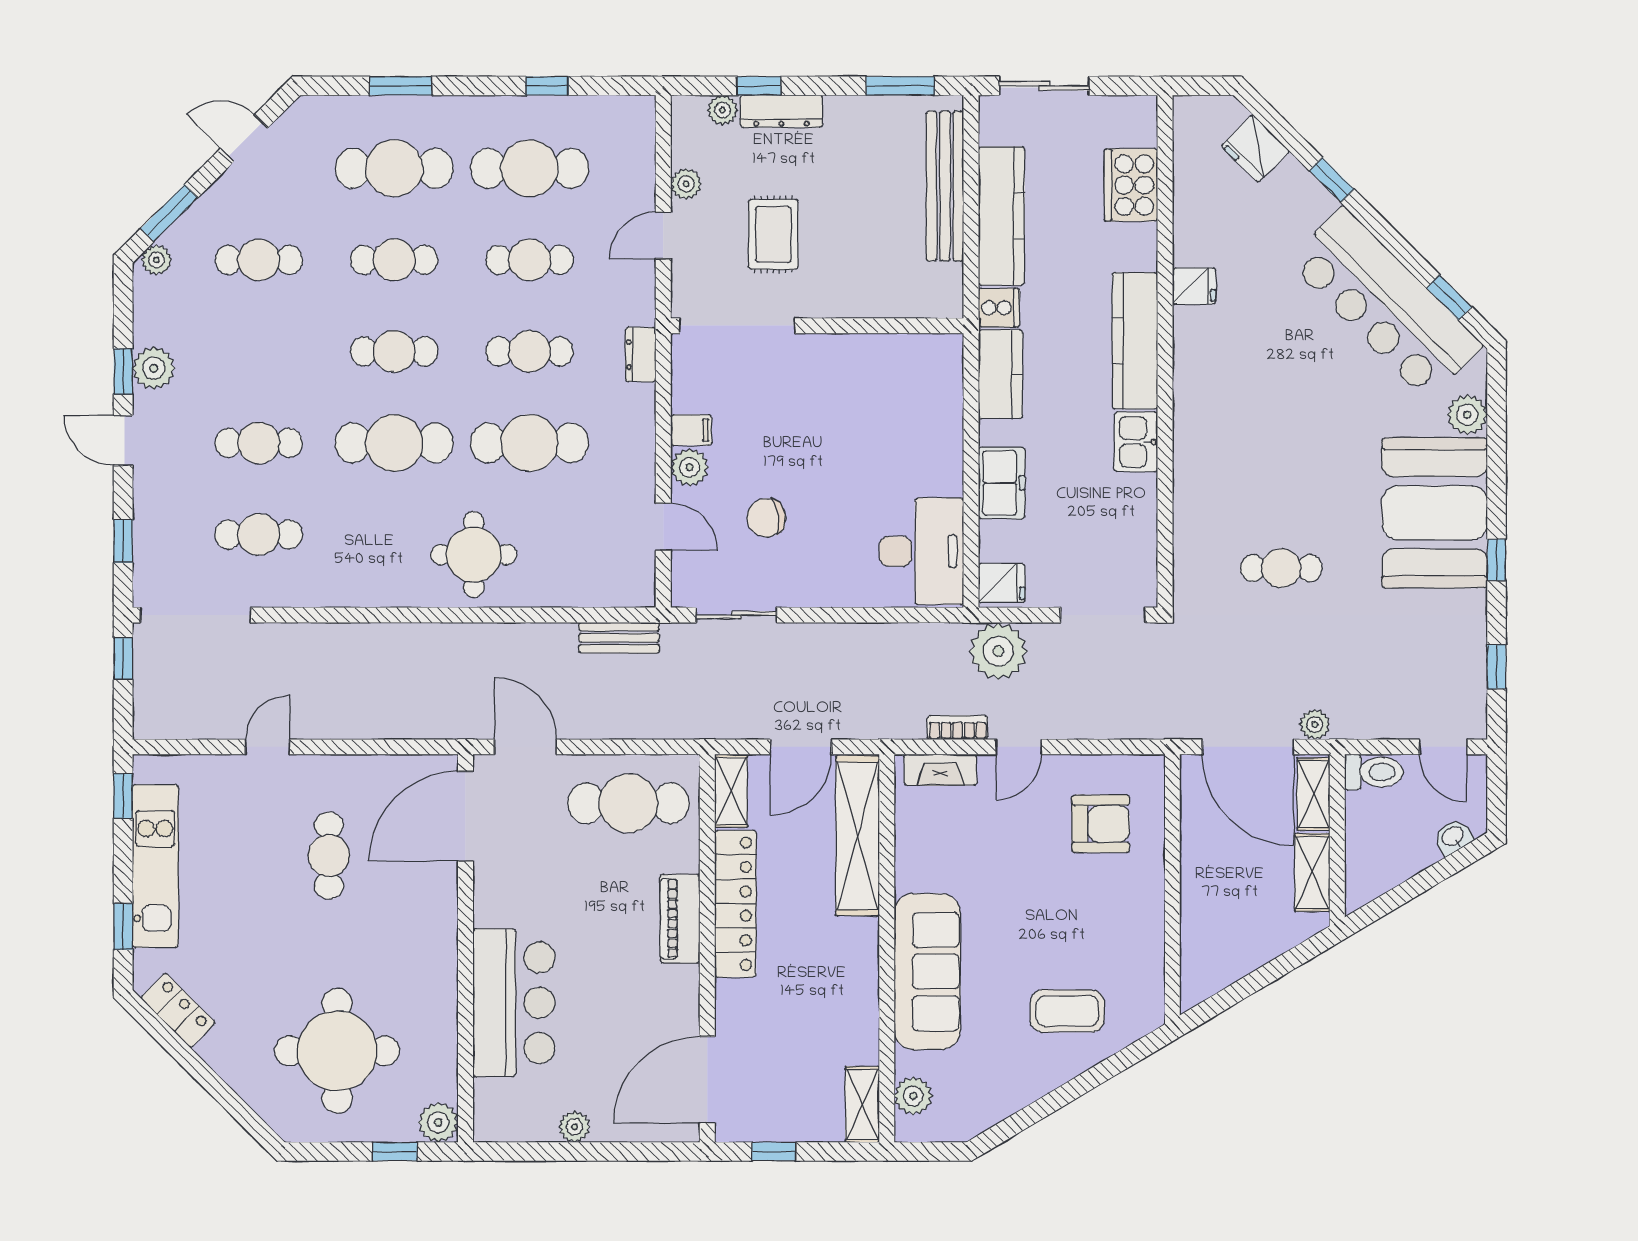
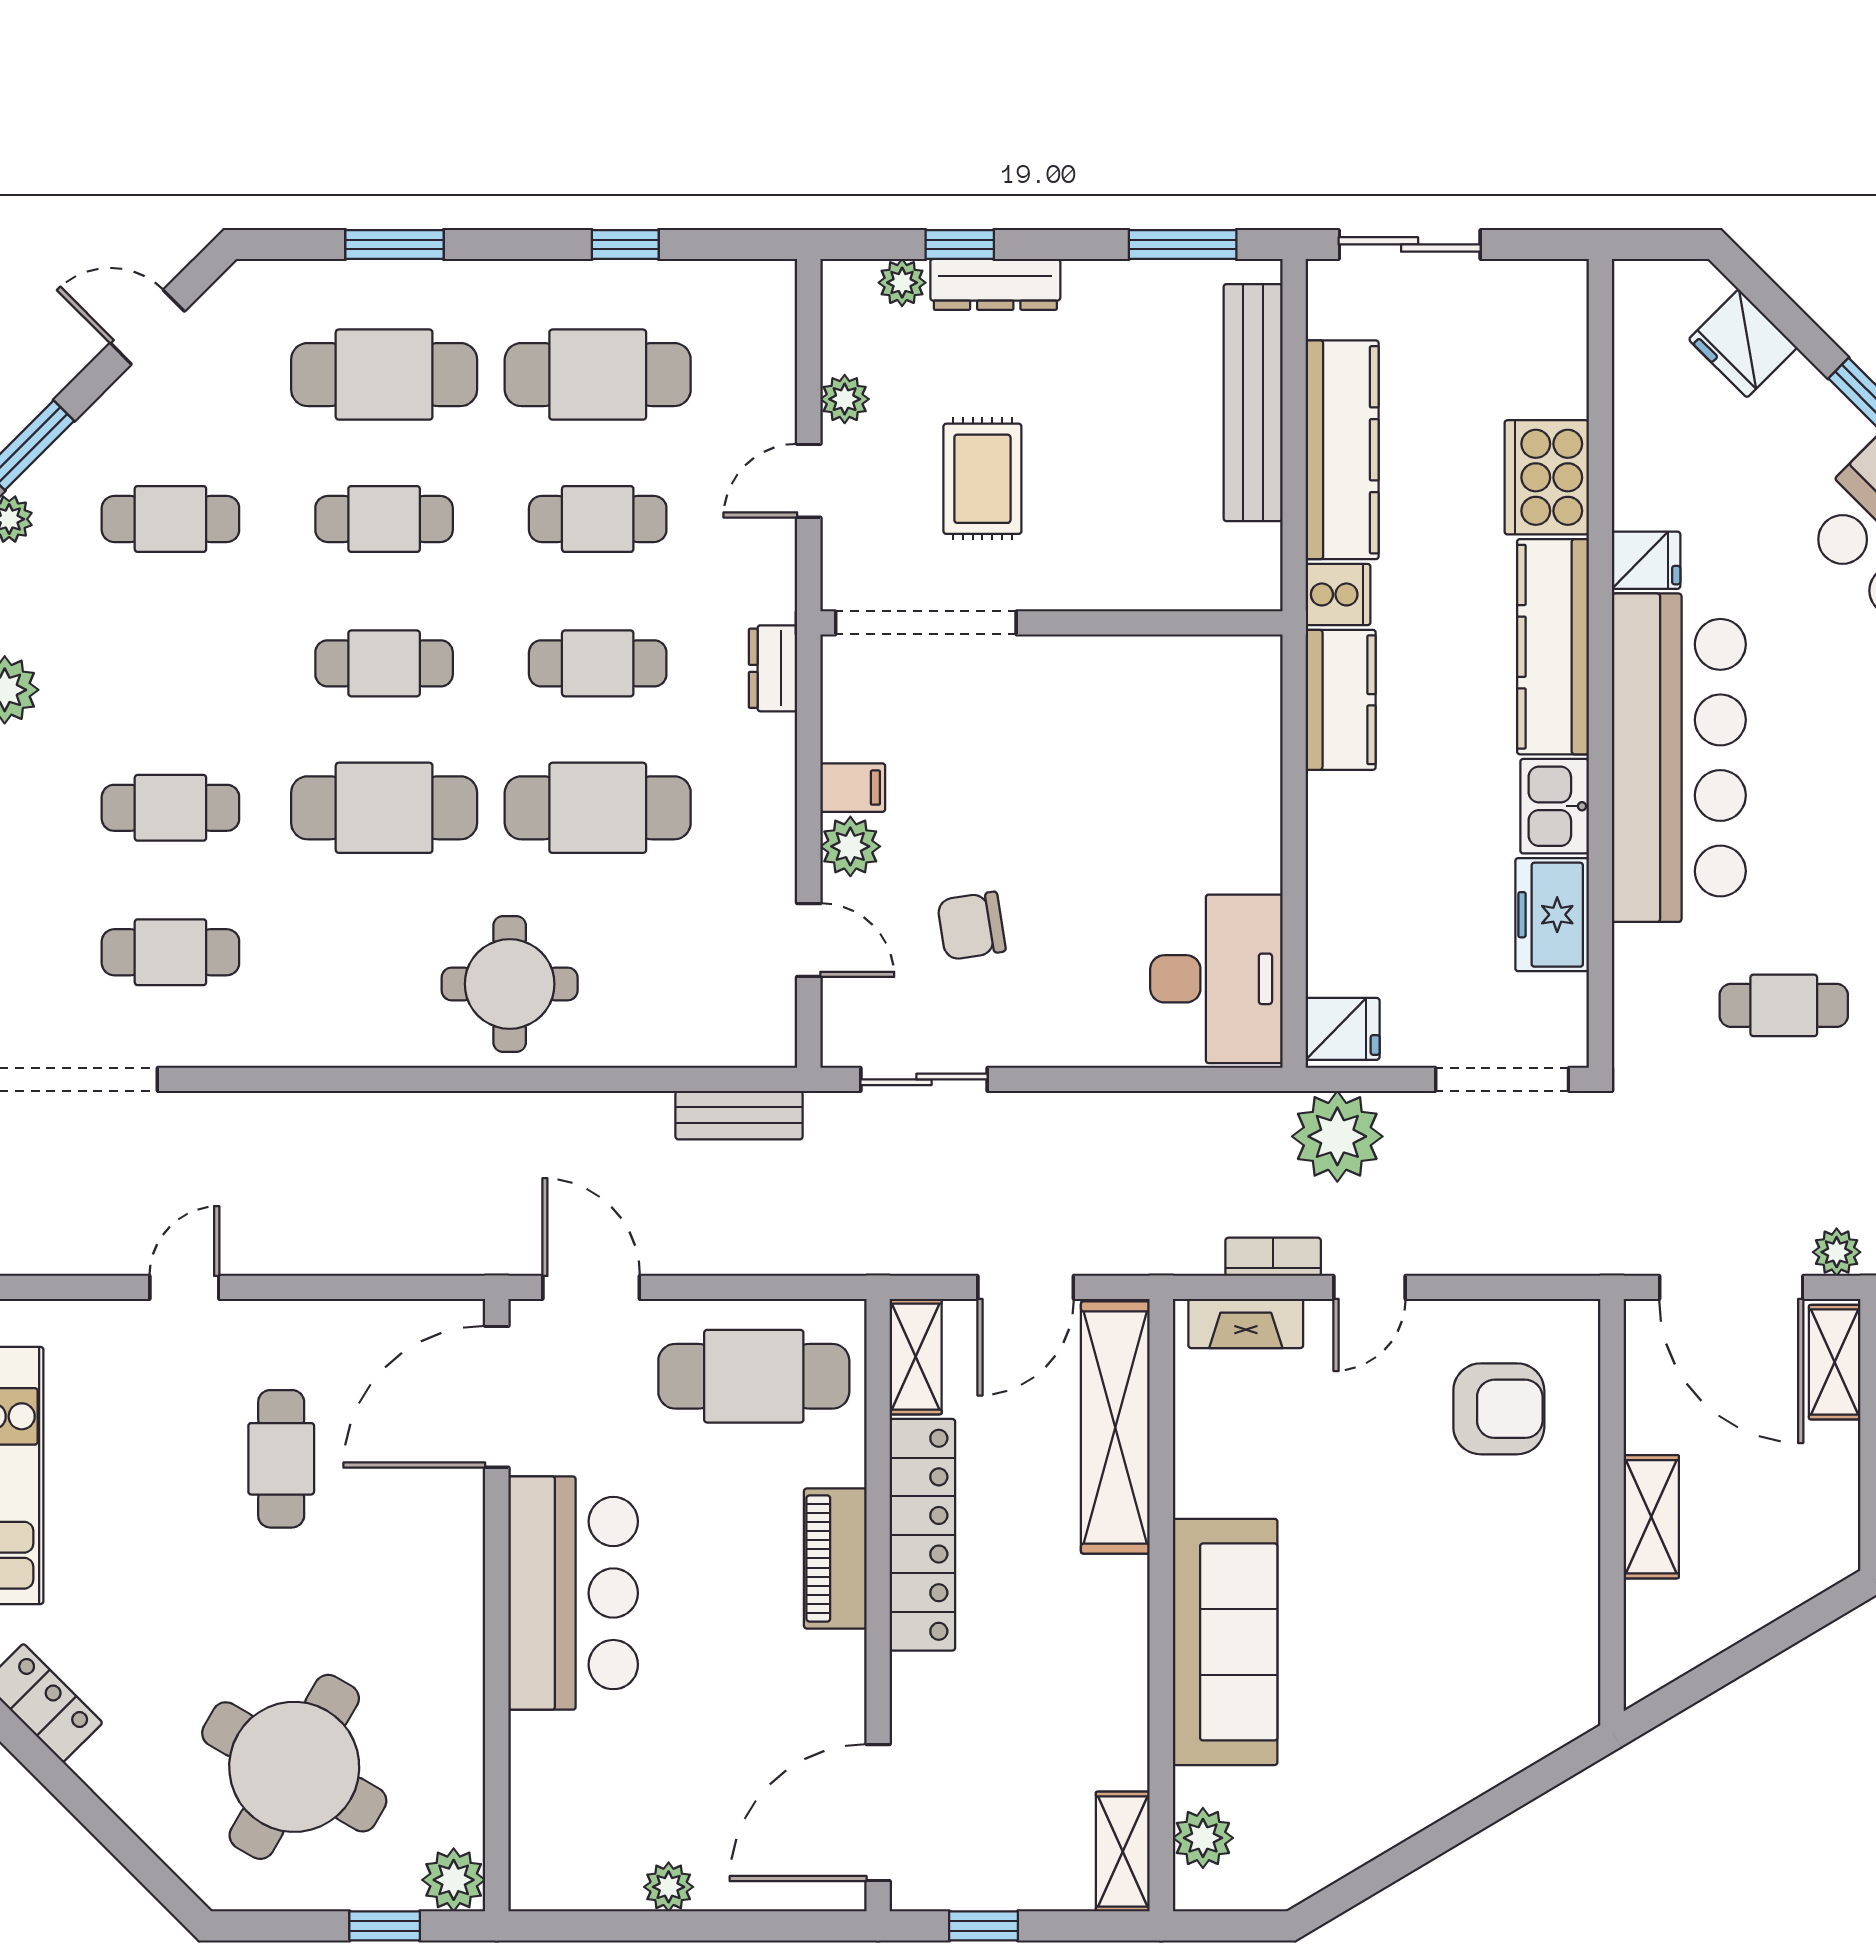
cooker: (1131, 185) -> (1547, 477), moved
bar counter: (1215, 411) -> (1679, 758), added
freezer: (1002, 483) -> (1552, 915), moved, turned 180
shelving: (1312, 872) -> (1651, 1517), moved
bar counter: (514, 1003) -> (573, 1593), moved
coffee table: (1067, 1011) -> (1446, 1704), removed
round table: (337, 1051) -> (294, 1767), turned 30

